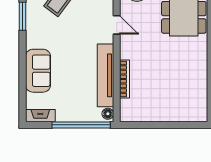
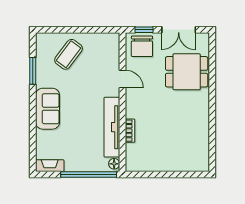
sofa: (38, 71) -> (48, 109), moved
bookcase: (124, 79) -> (130, 131), width x0.64

